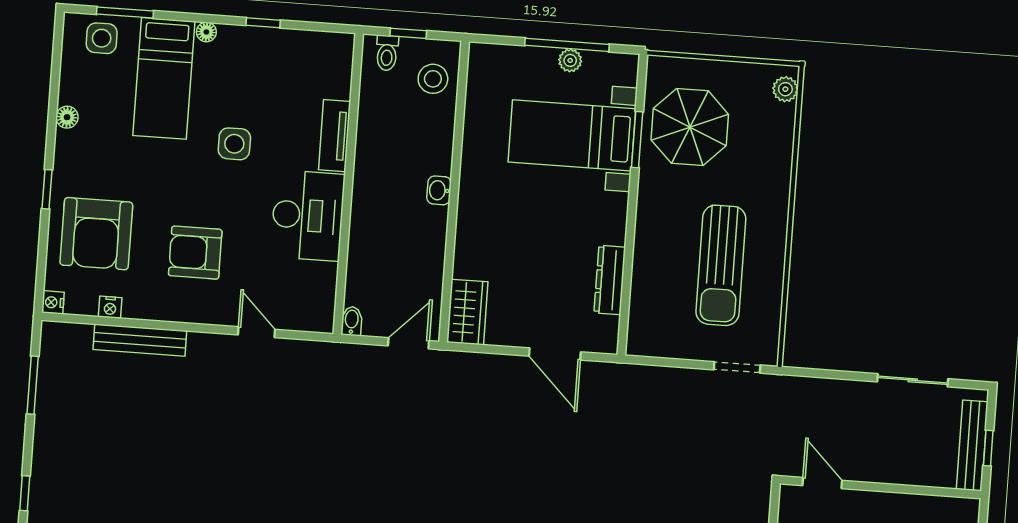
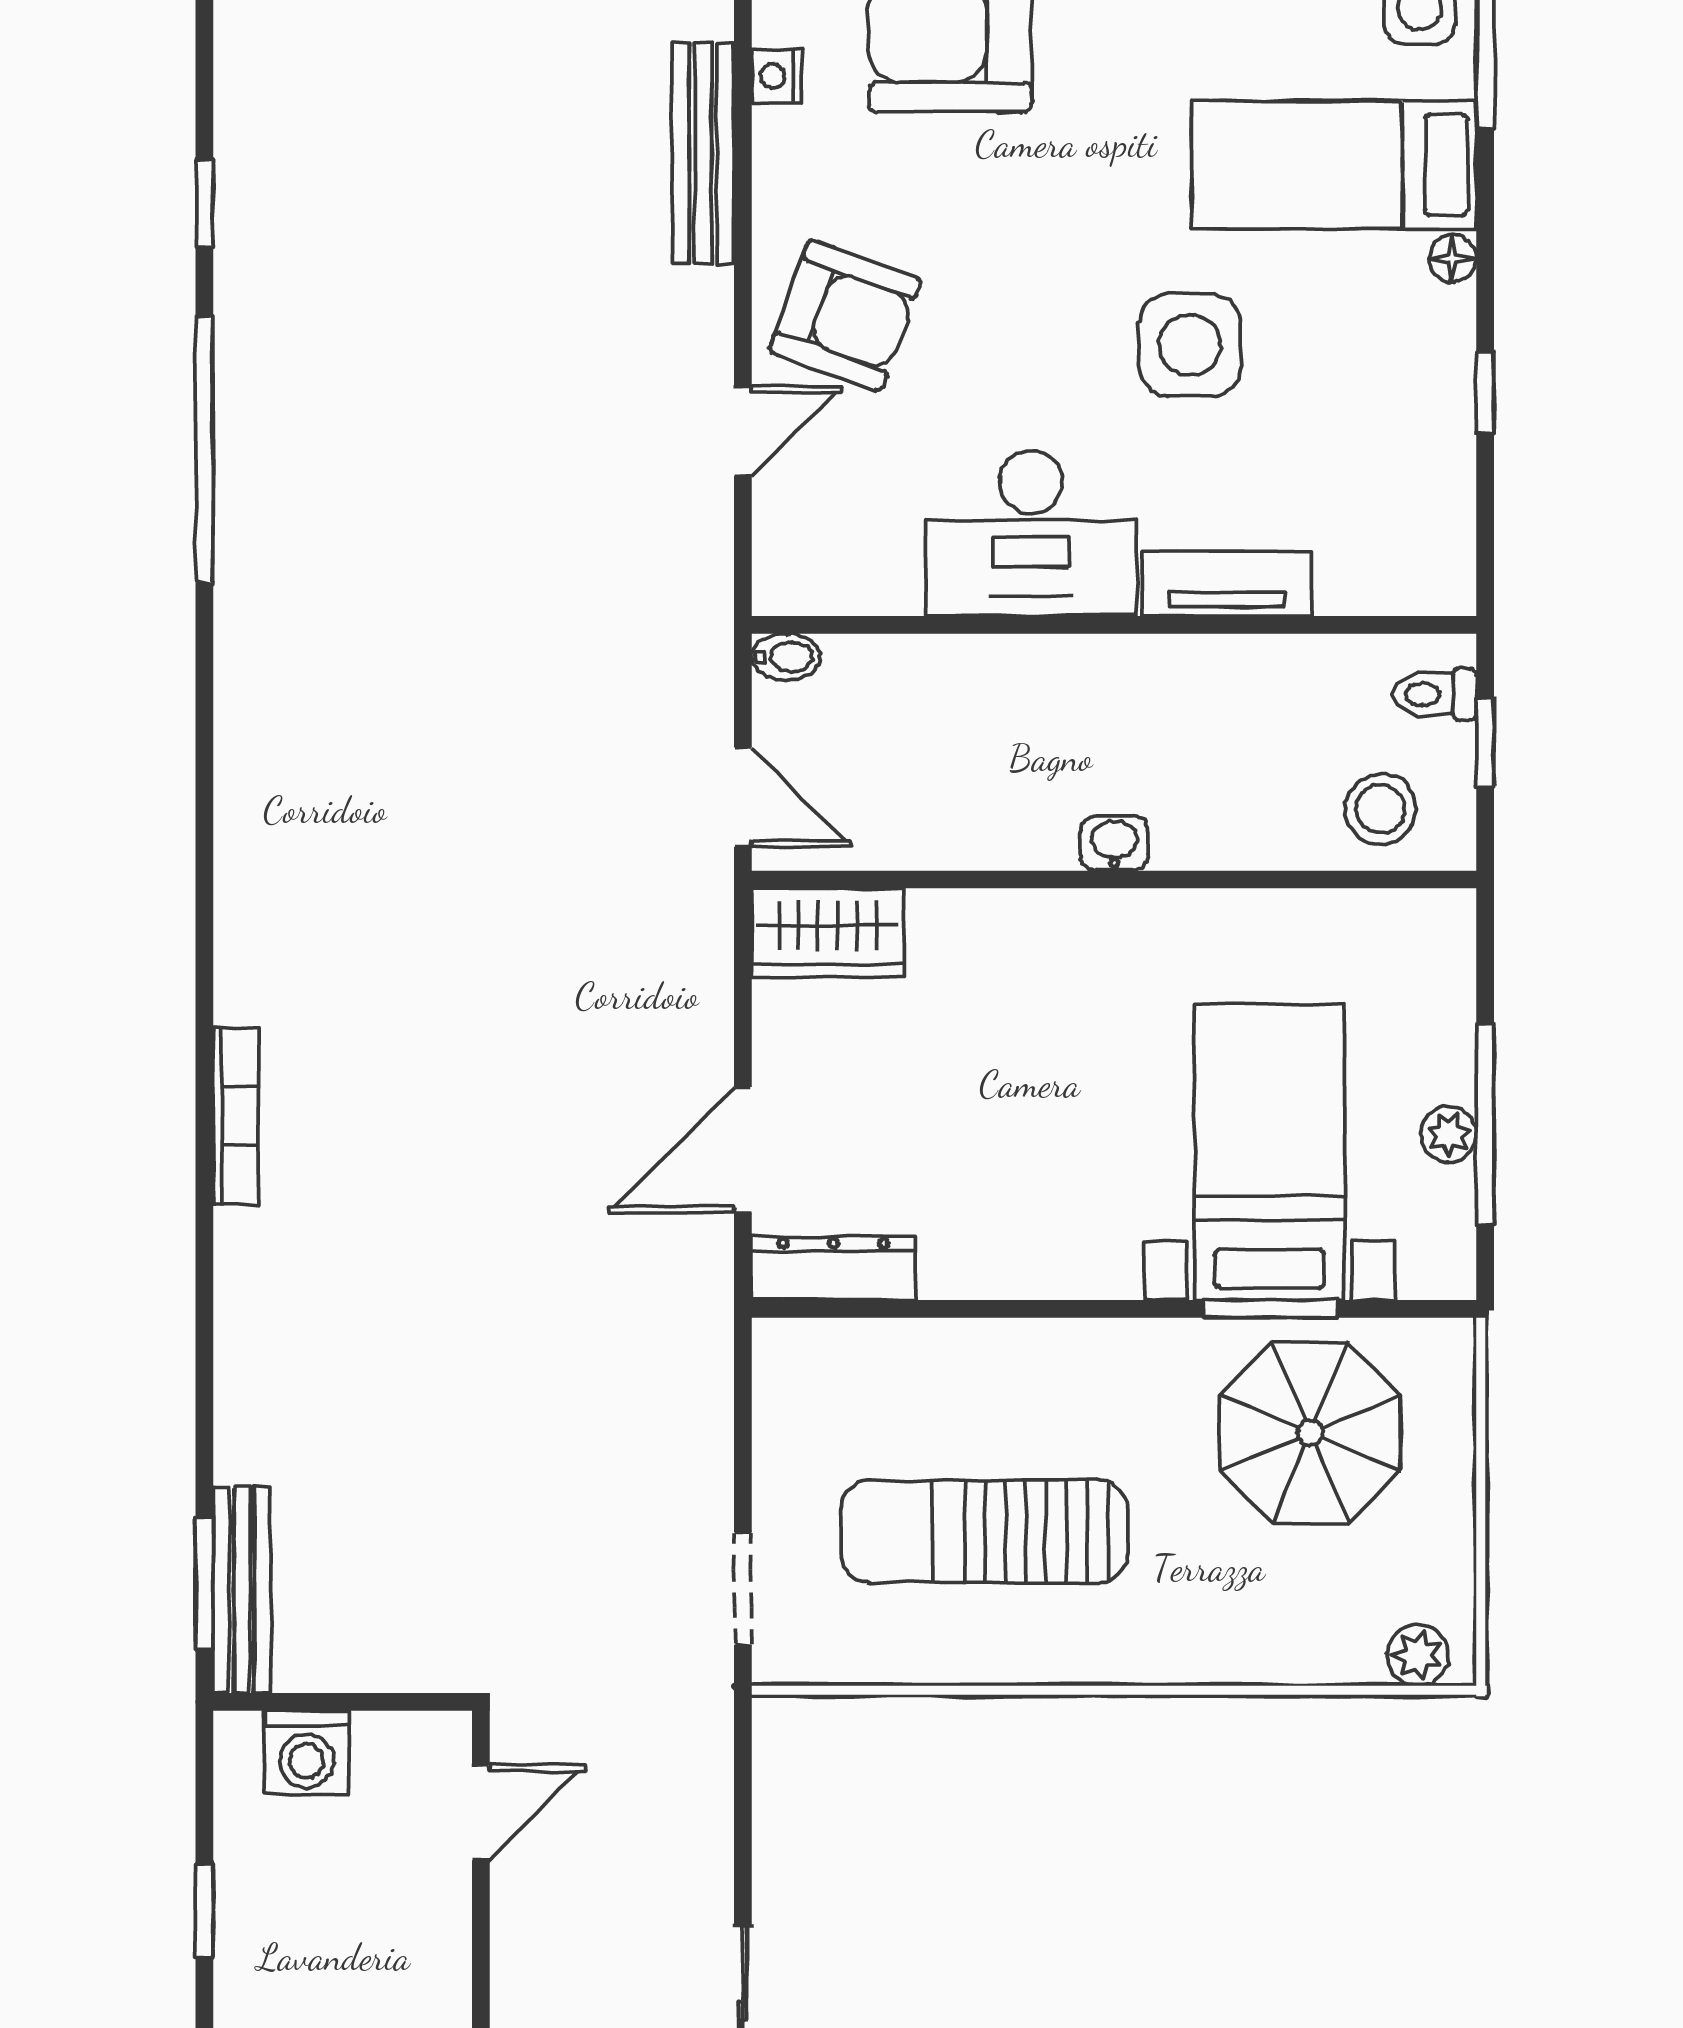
side table: (234, 144) -> (1190, 345), width x1.37, depth x1.37
armchair: (195, 253) -> (845, 315), moved, turned 110
dresser: (610, 280) -> (833, 1268), moved

